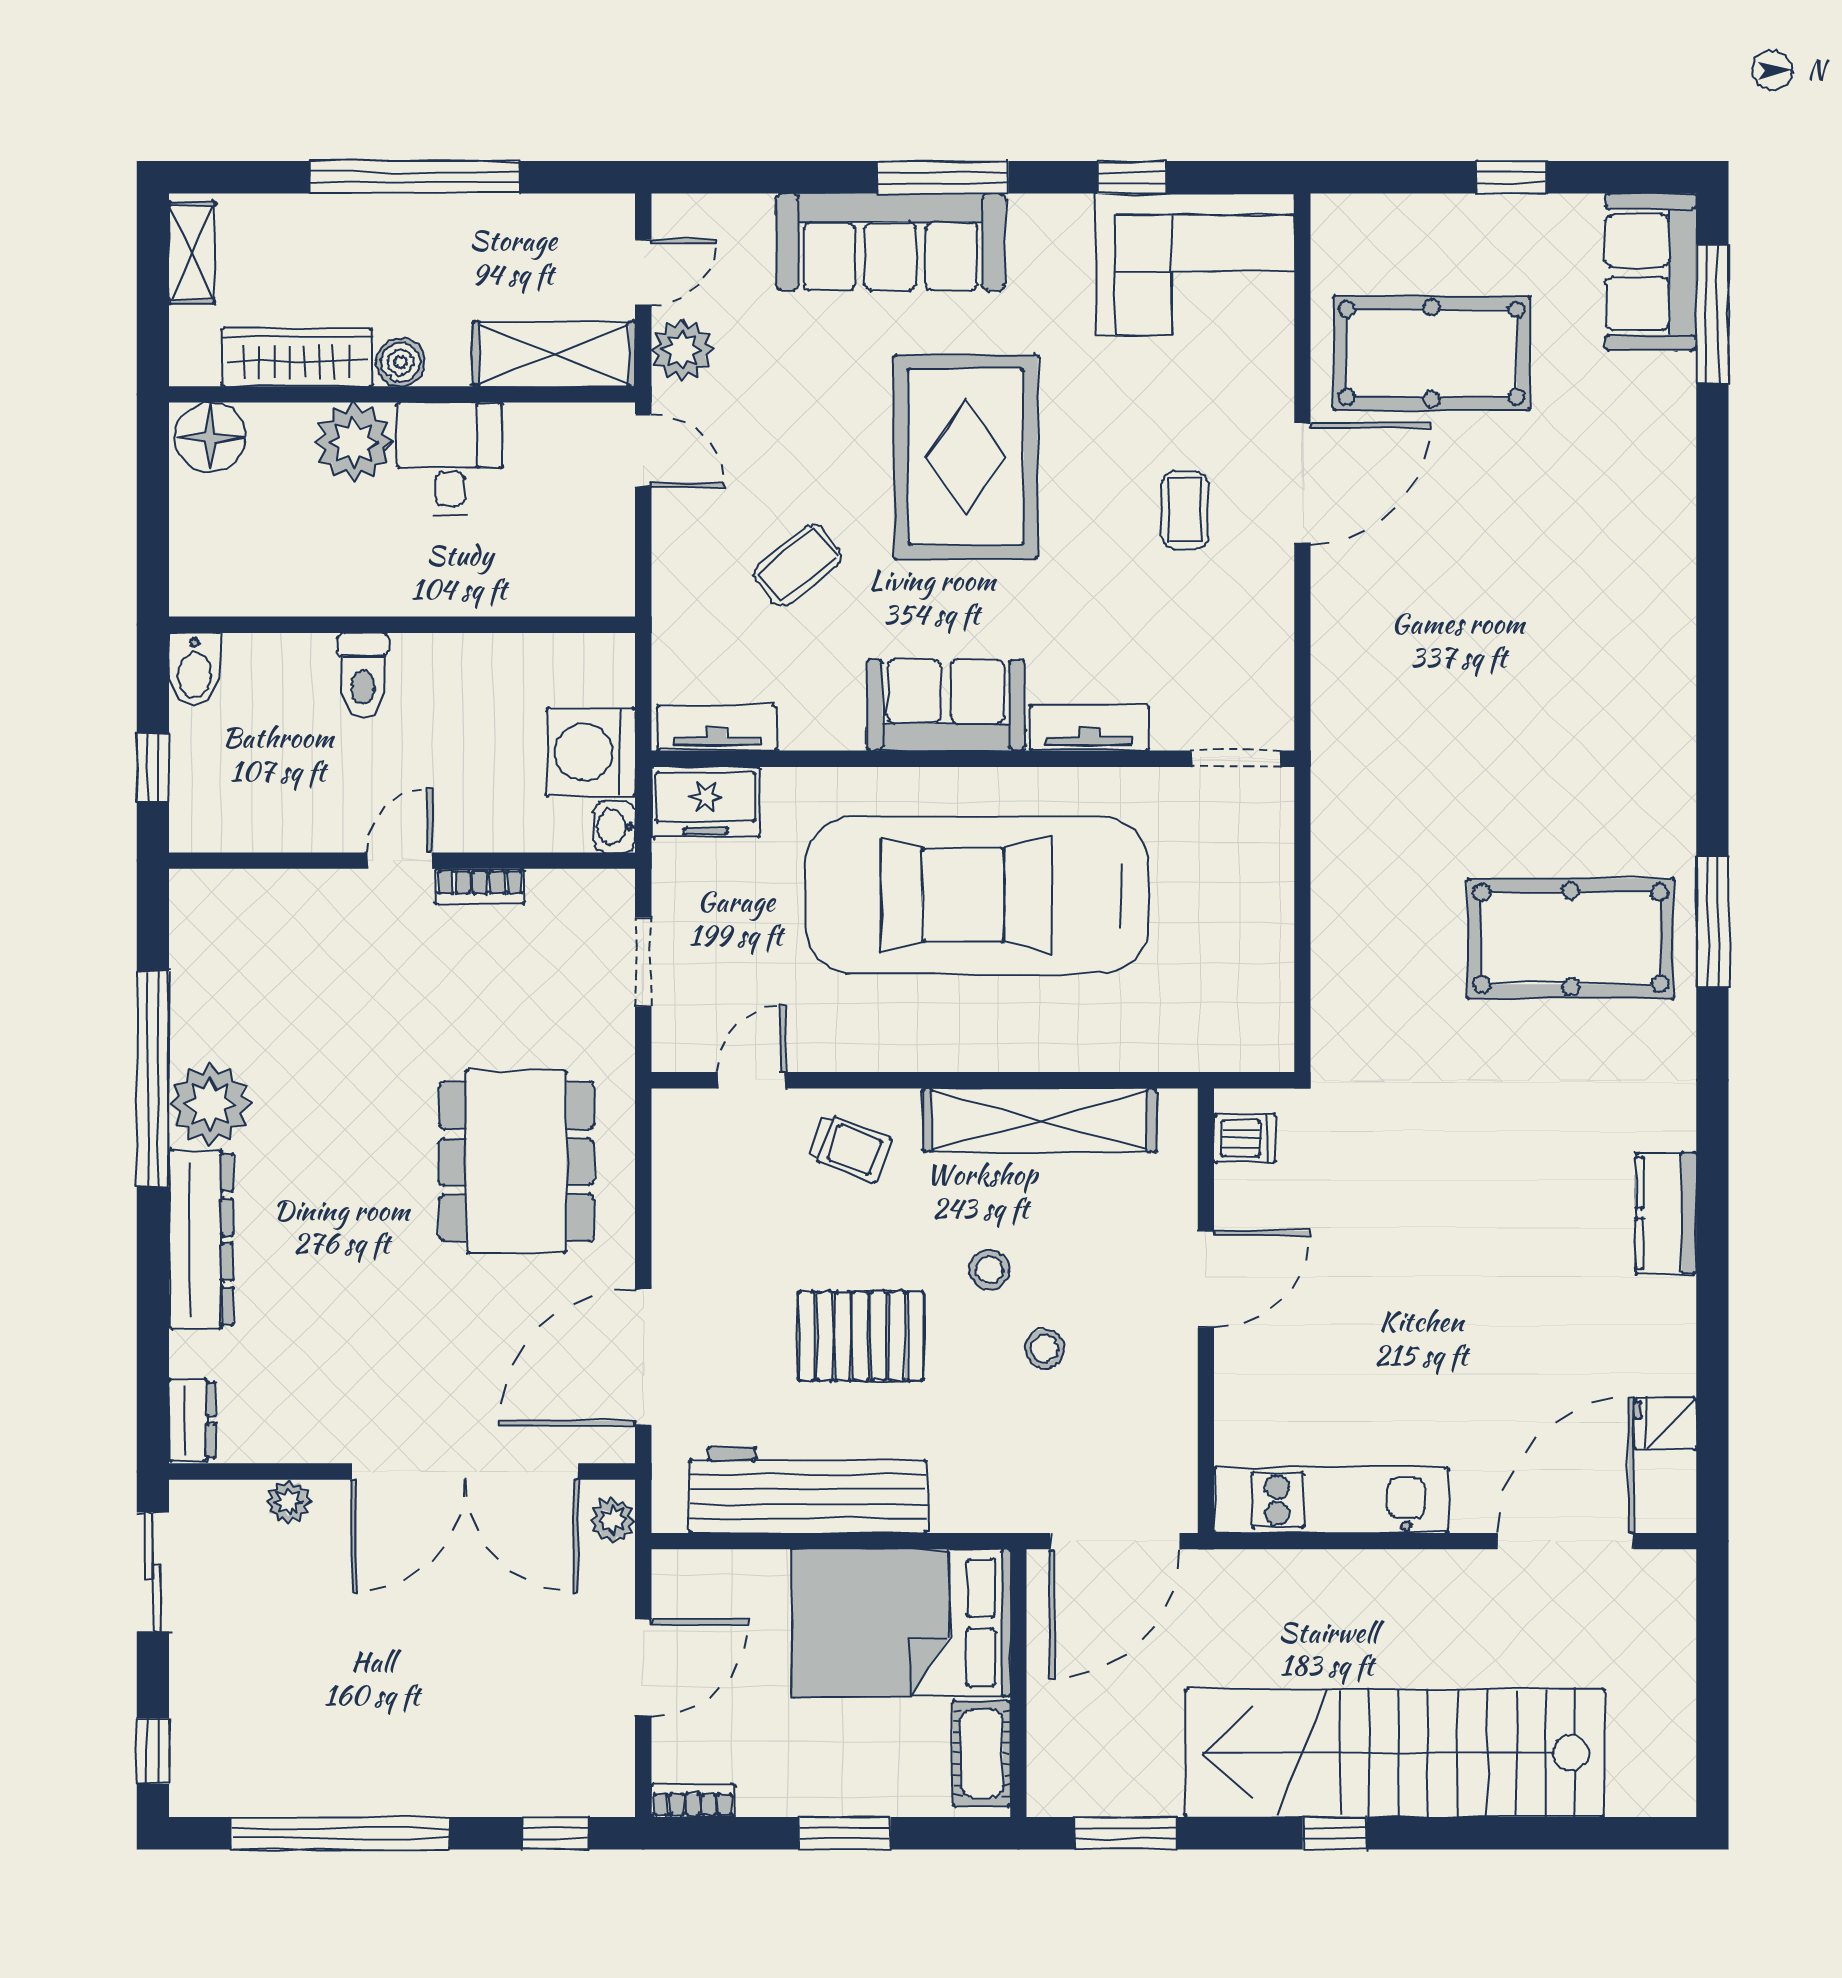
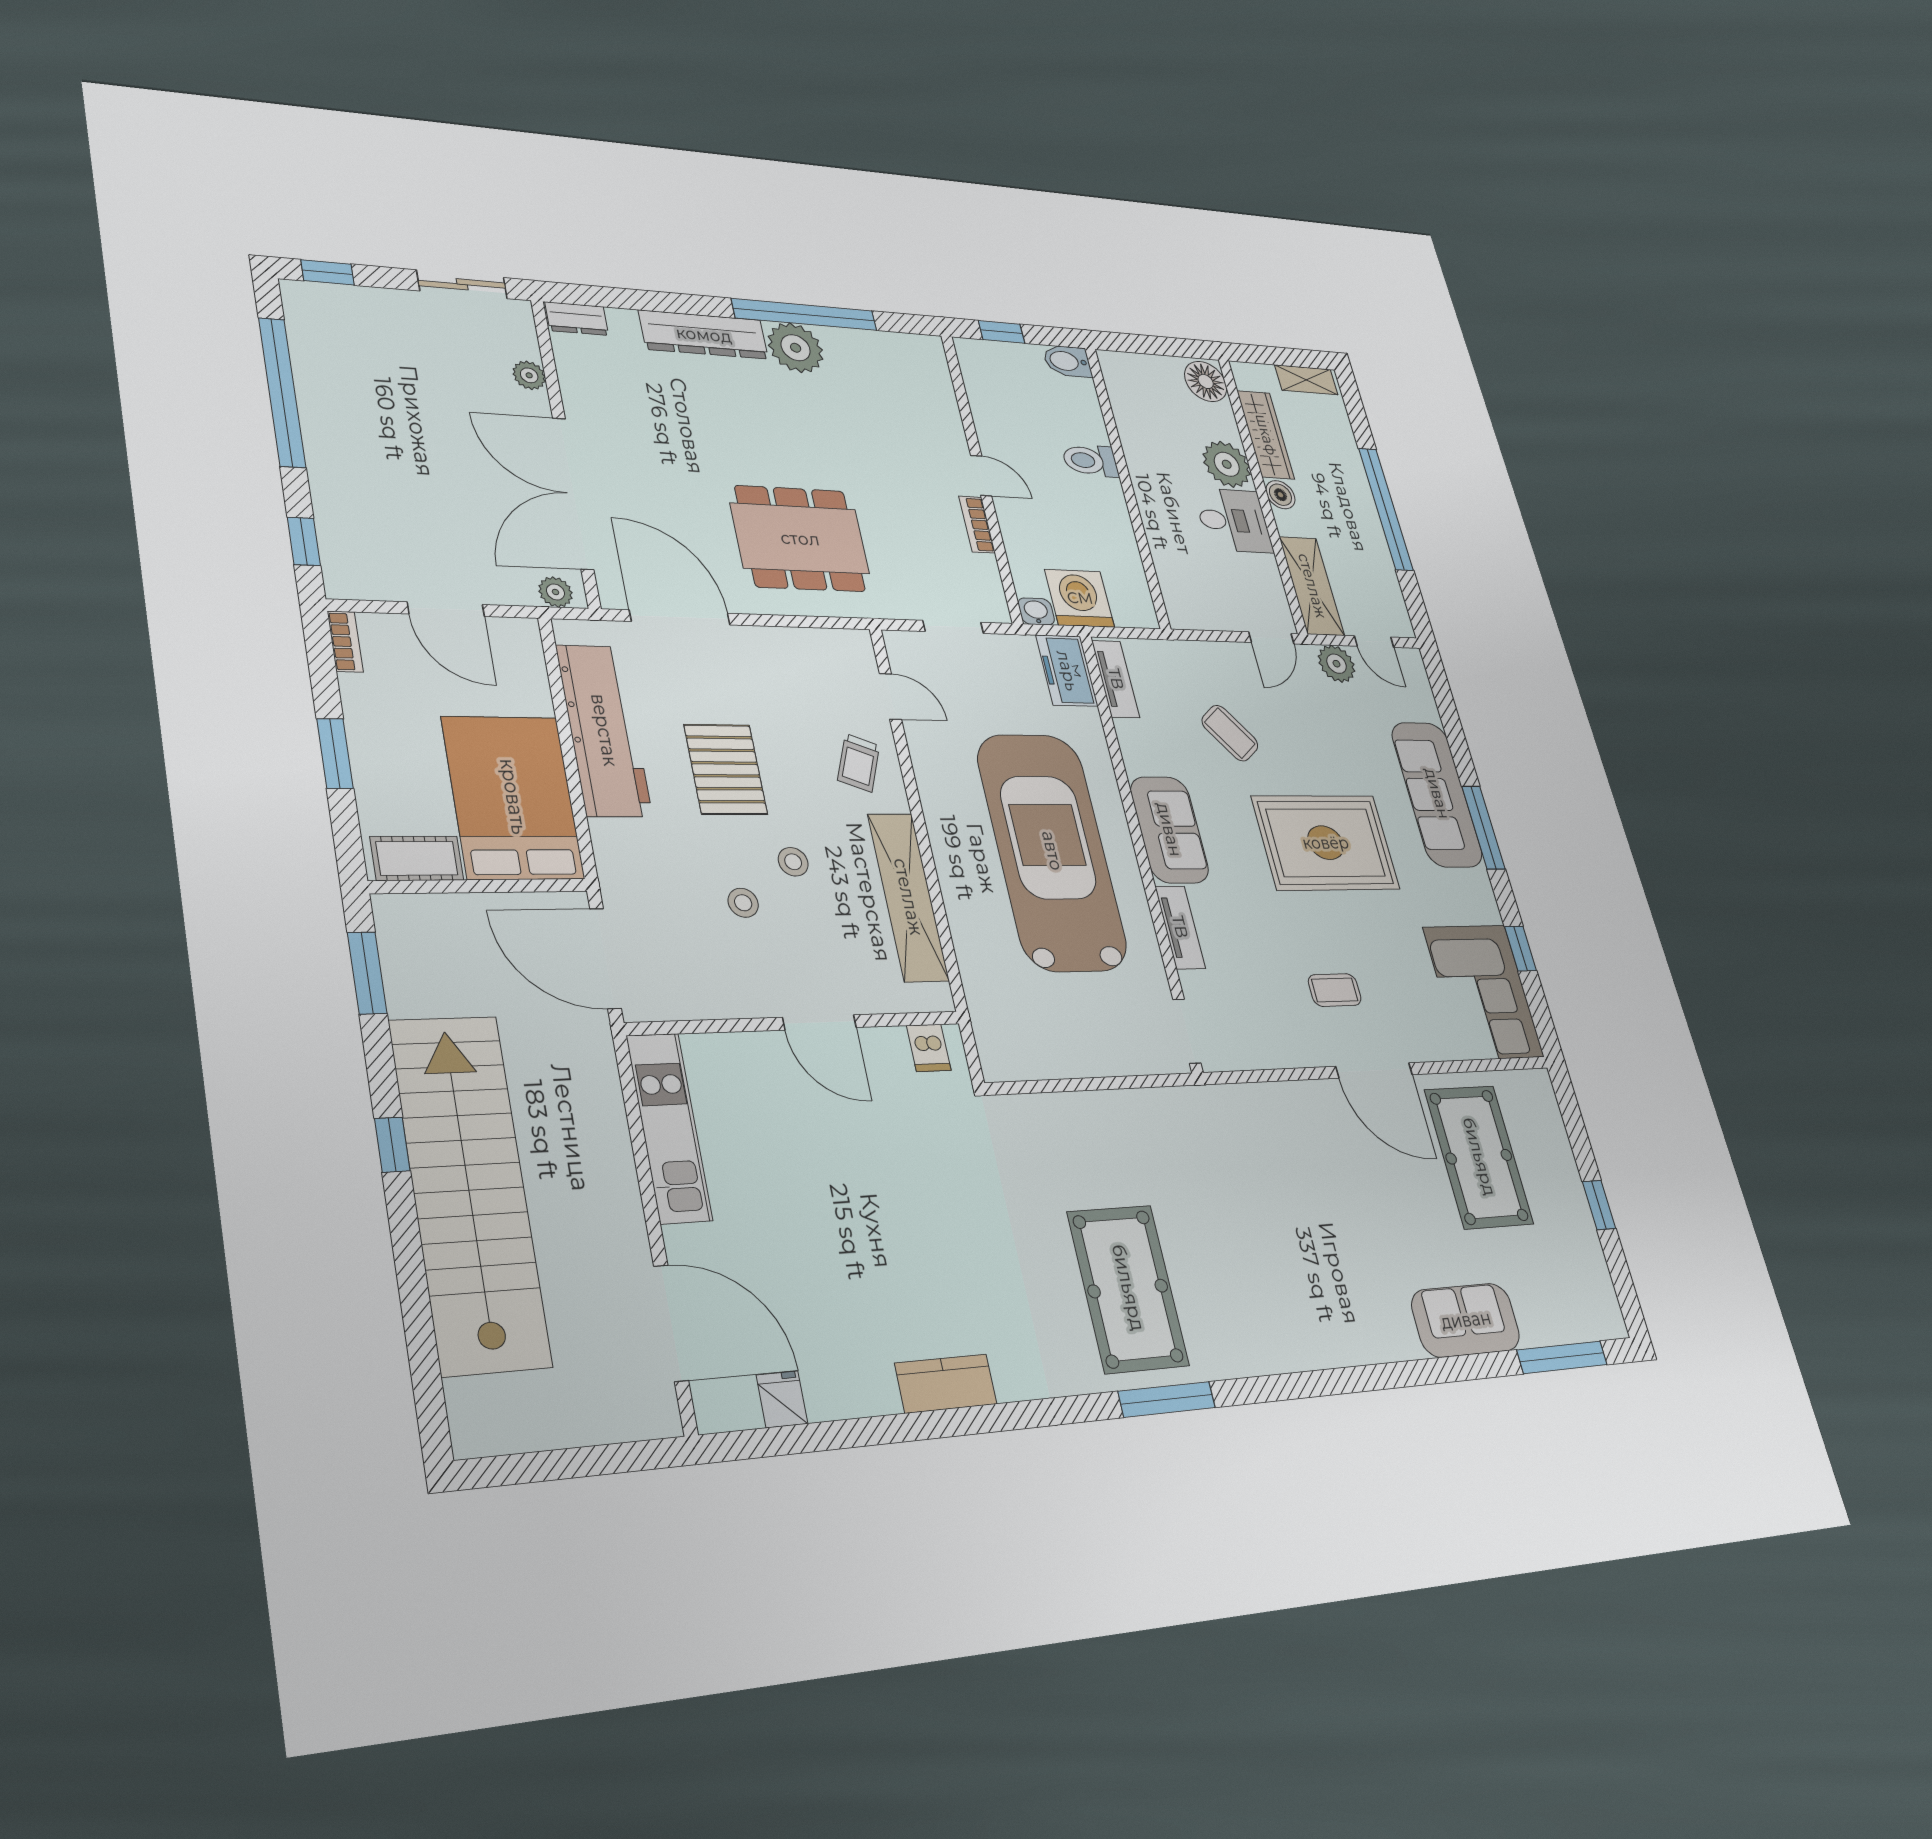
sofa: (1651, 272) -> (1466, 1320), moved

